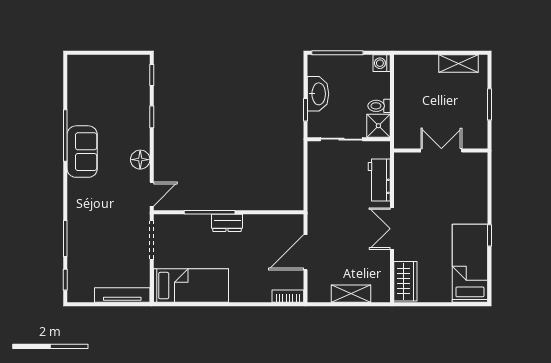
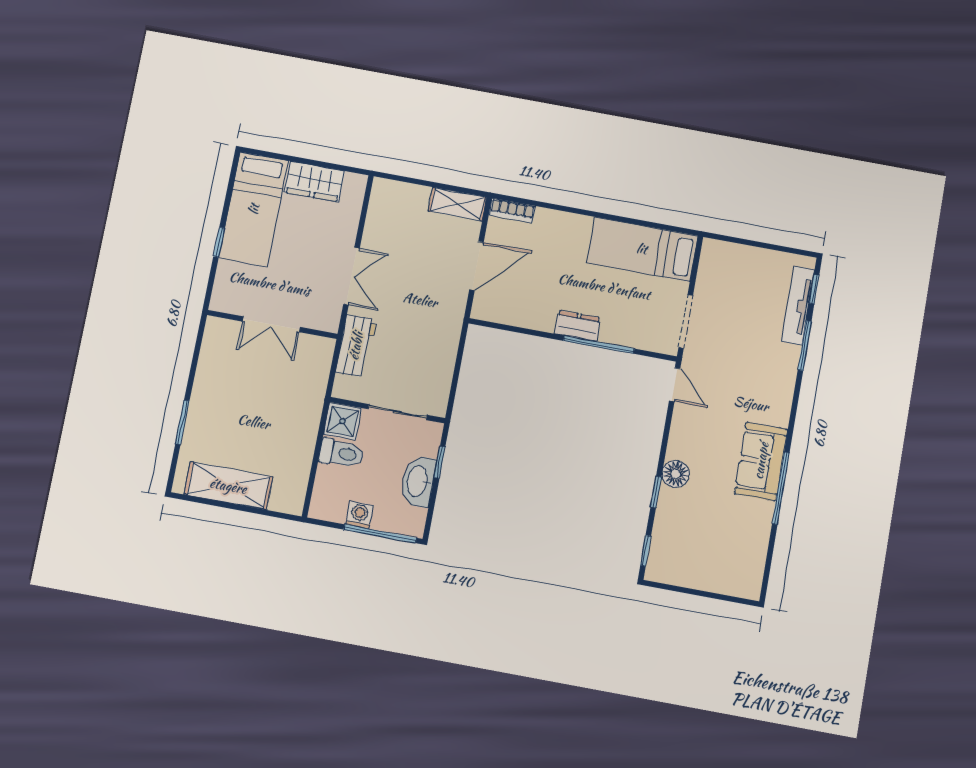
washing machine: (382, 63) -> (359, 515), moved, turned -90
shelving: (459, 64) -> (228, 486), width x1.50, depth x1.33
toilet: (379, 106) -> (342, 453), width x1.37, depth x1.39
double door: (441, 150) -> (271, 324), moved
wall: (441, 150) -> (272, 324), moved
floor lamp: (140, 160) -> (676, 474), moved
door: (152, 194) -> (675, 385), swing flipped
wardrobe: (405, 281) -> (314, 182), moved, turned -90
shelving: (351, 294) -> (458, 204), moved
tv unit: (122, 295) -> (798, 306), moved, turned 90

